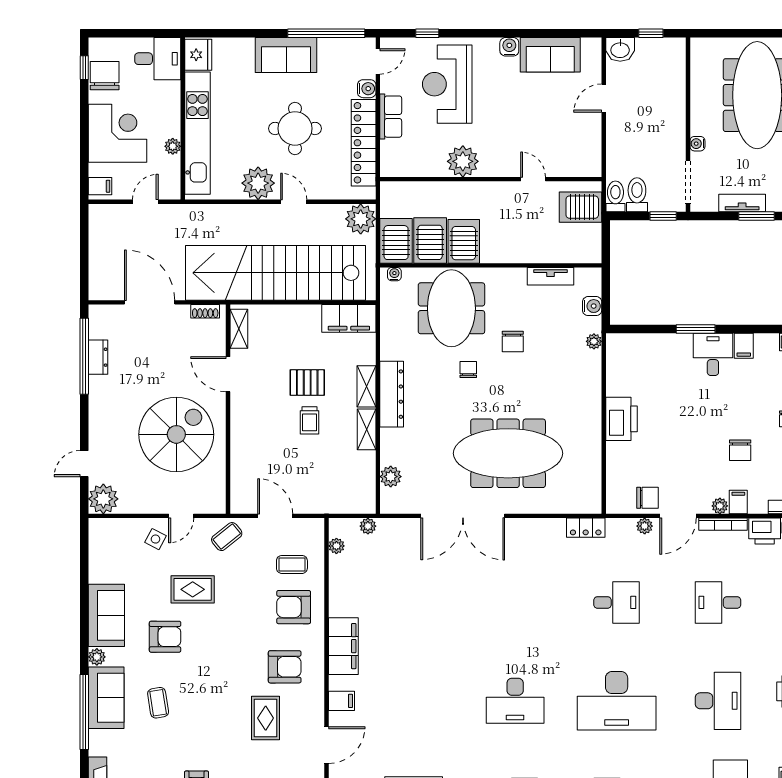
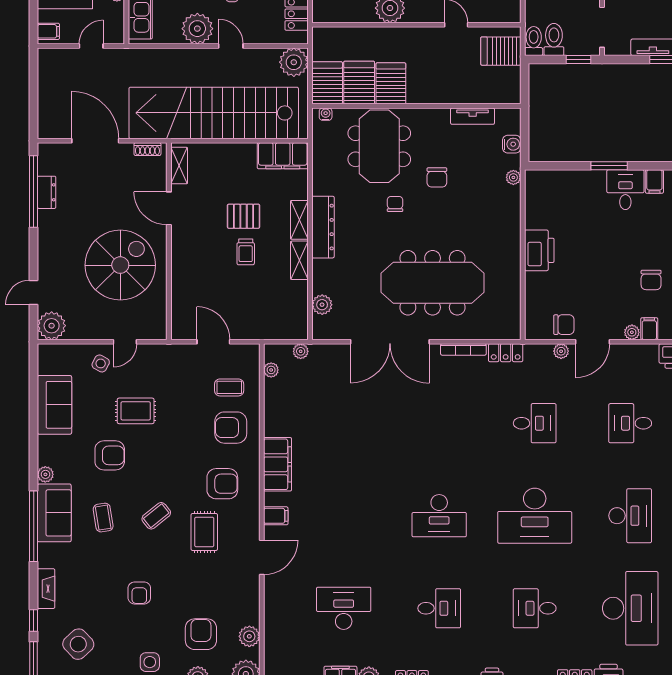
bookcase: (723, 524) -> (463, 349), moved
coffee table: (227, 537) -> (156, 516), moved
sofa: (106, 615) -> (54, 405), moved

